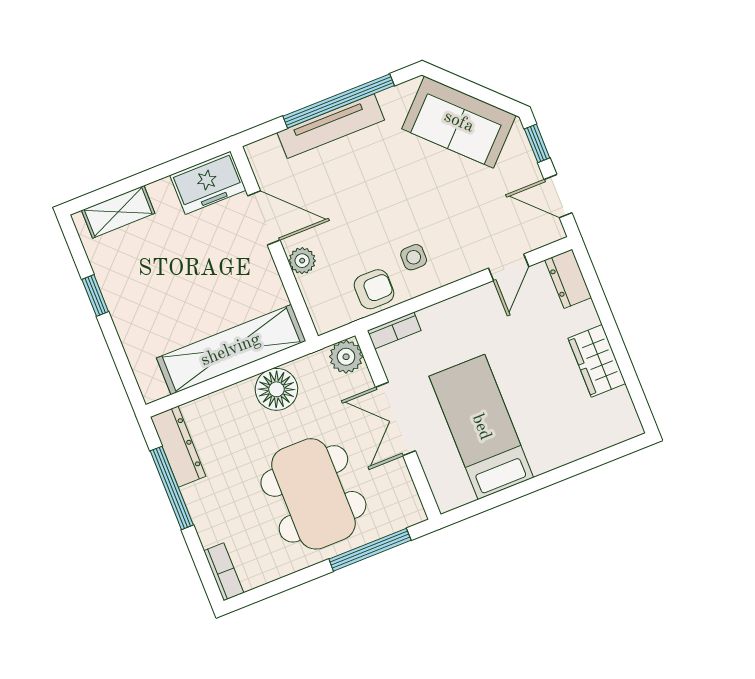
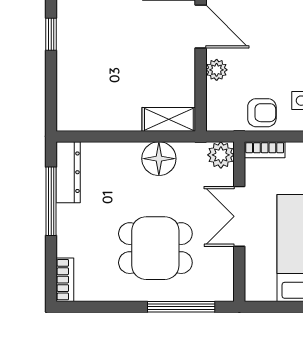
shelving: (231, 350) -> (169, 119), width x0.45, depth x0.75
dining table: (313, 494) -> (155, 248), width x0.73

